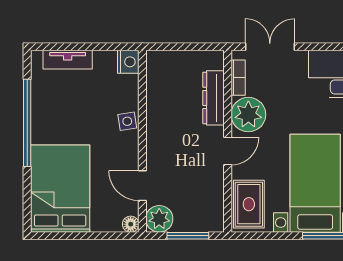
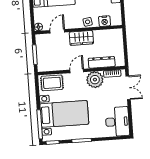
nightstand: (128, 62) -> (105, 21), moved
wardrobe: (160, 137) -> (81, 38), added
door: (228, 151) -> (77, 71), swing flipped
plant: (159, 219) -> (42, 40), removed

